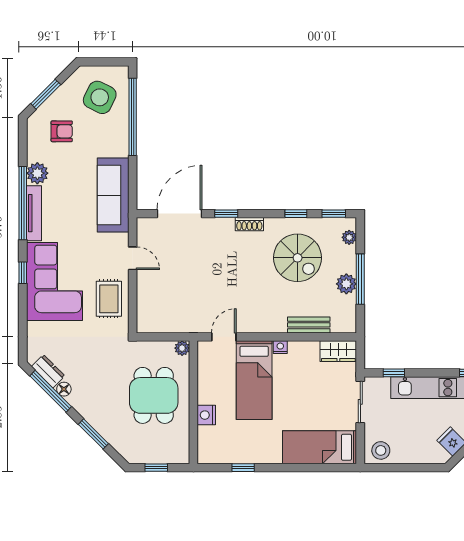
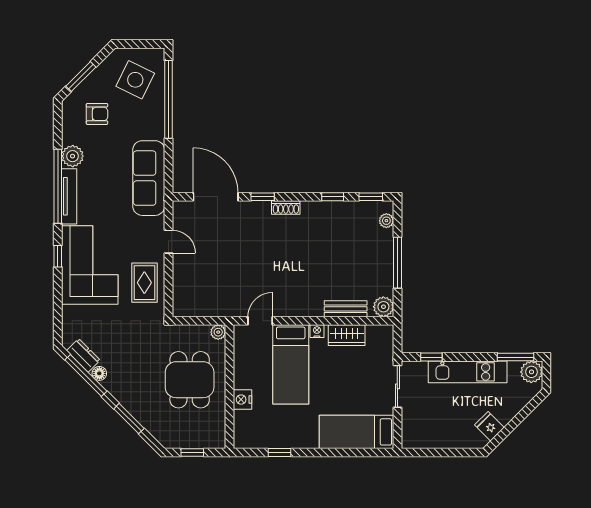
door: (180, 214) -> (216, 197), hinge flipped
spiral stairs: (298, 258) -> (334, 241), removed
plant: (346, 284) -> (383, 307), moved
wardrobe: (338, 351) -> (347, 335), moved
stool: (381, 450) -> (418, 435), removed

